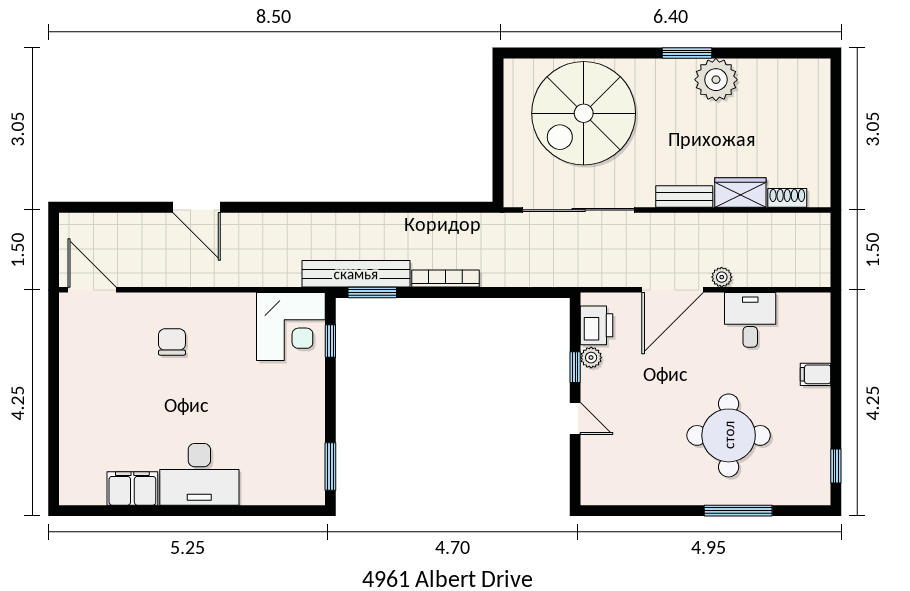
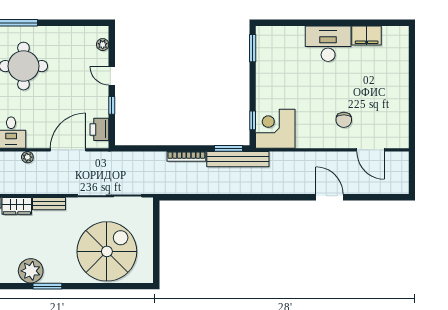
door: (92, 290) -> (371, 150), moved
door: (673, 290) -> (68, 150), moved
plant: (591, 358) -> (103, 45), moved

